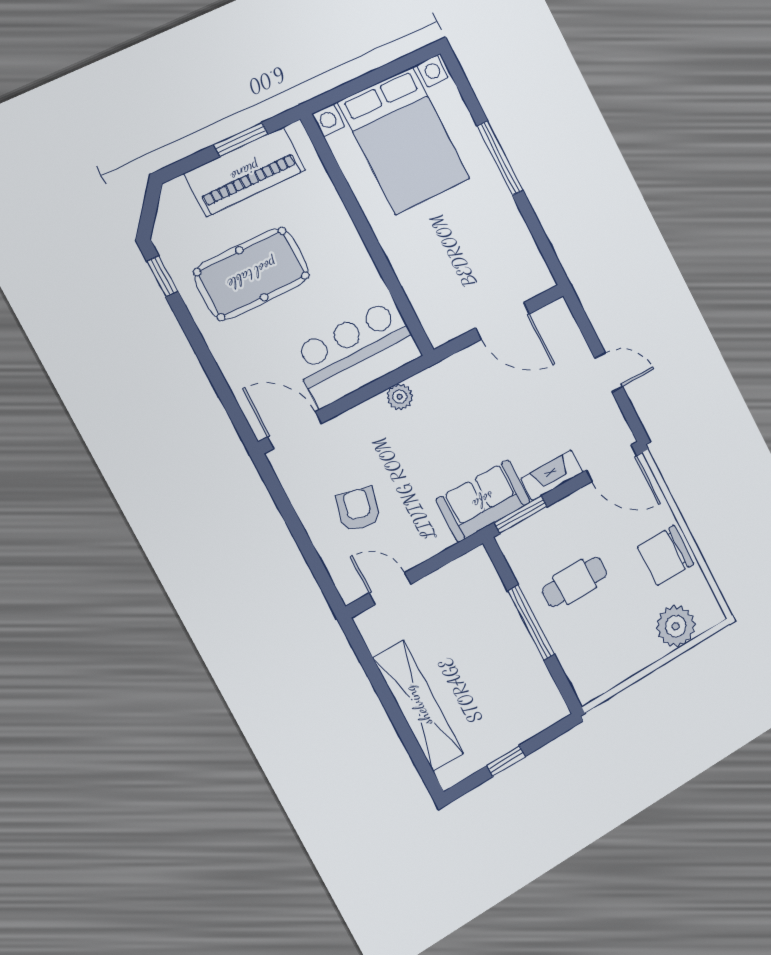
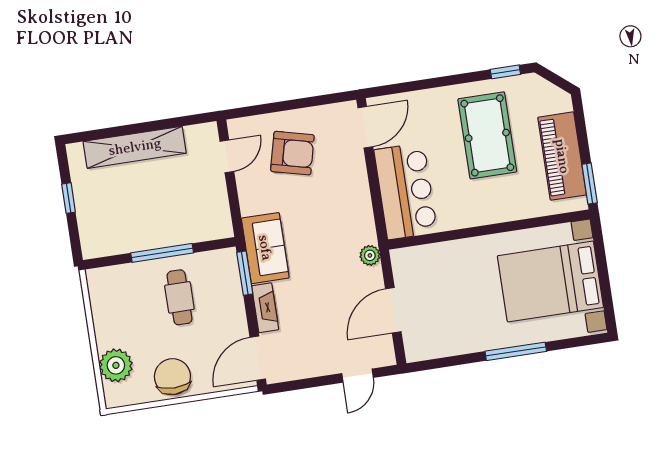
window: (241, 139) -> (590, 184), moved
door: (609, 372) -> (358, 376), moved
plant: (400, 397) -> (370, 255), moved
armchair: (358, 509) -> (292, 153), width x1.38, depth x1.38

